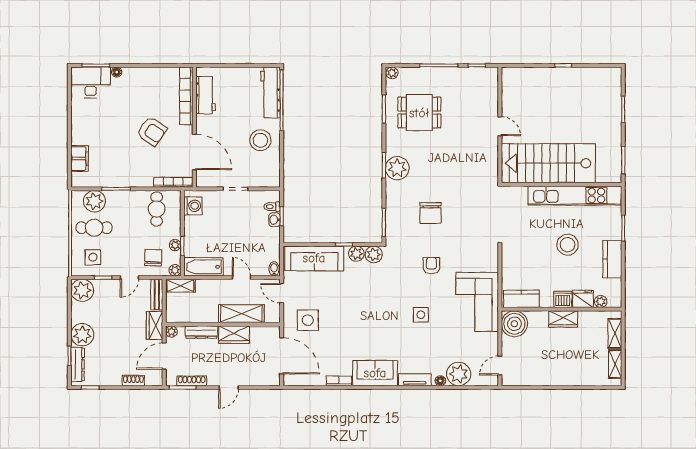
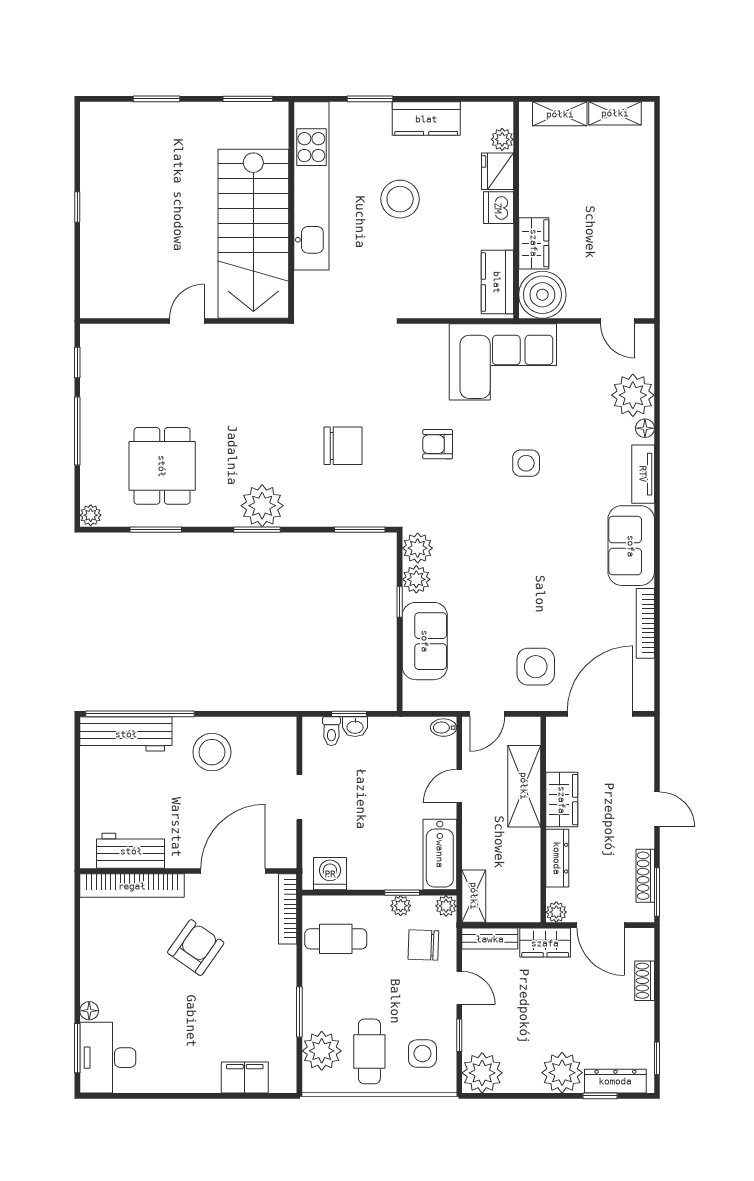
sofa: (314, 258) -> (425, 641), width x0.73
wardrobe: (563, 319) -> (534, 243), moved
bookcase: (339, 381) -> (645, 623), width x1.56

